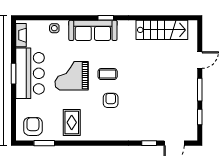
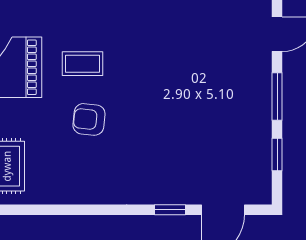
armchair: (111, 100) -> (89, 119), turned -84

